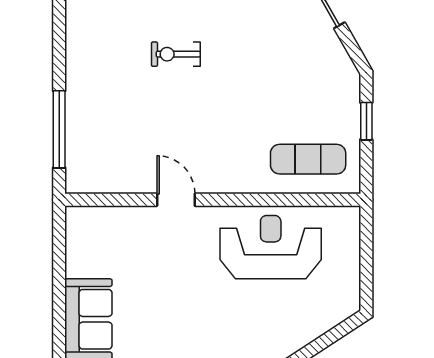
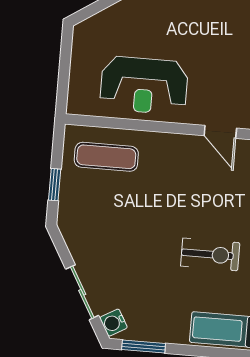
exercise bike: (176, 54) -> (210, 254), width x1.38, depth x1.39

